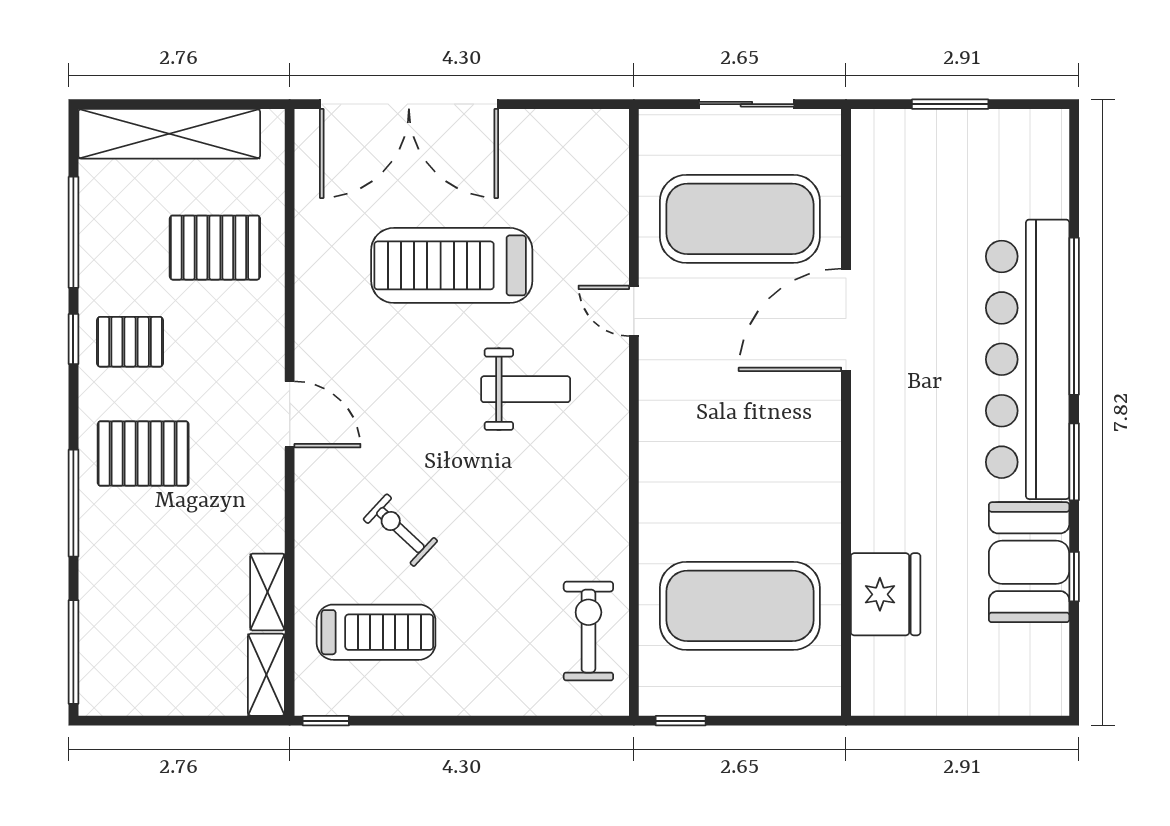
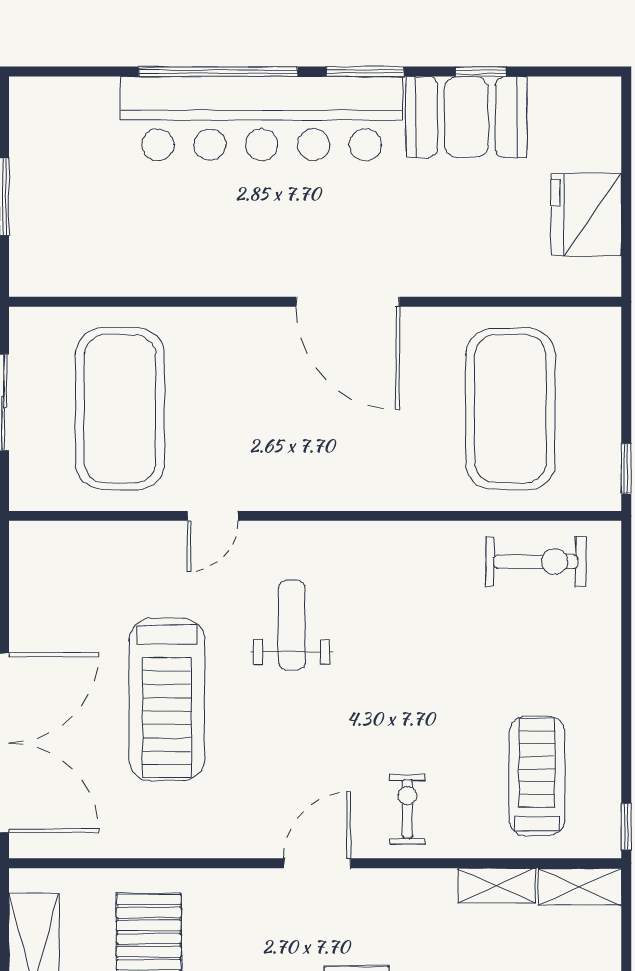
door: (846, 320) -> (348, 302), moved
exercise bike: (400, 530) -> (407, 809), moved, turned 137
fridge: (886, 594) -> (586, 215), moved, turned -90
exercise bike: (588, 631) -> (536, 562), turned 180

